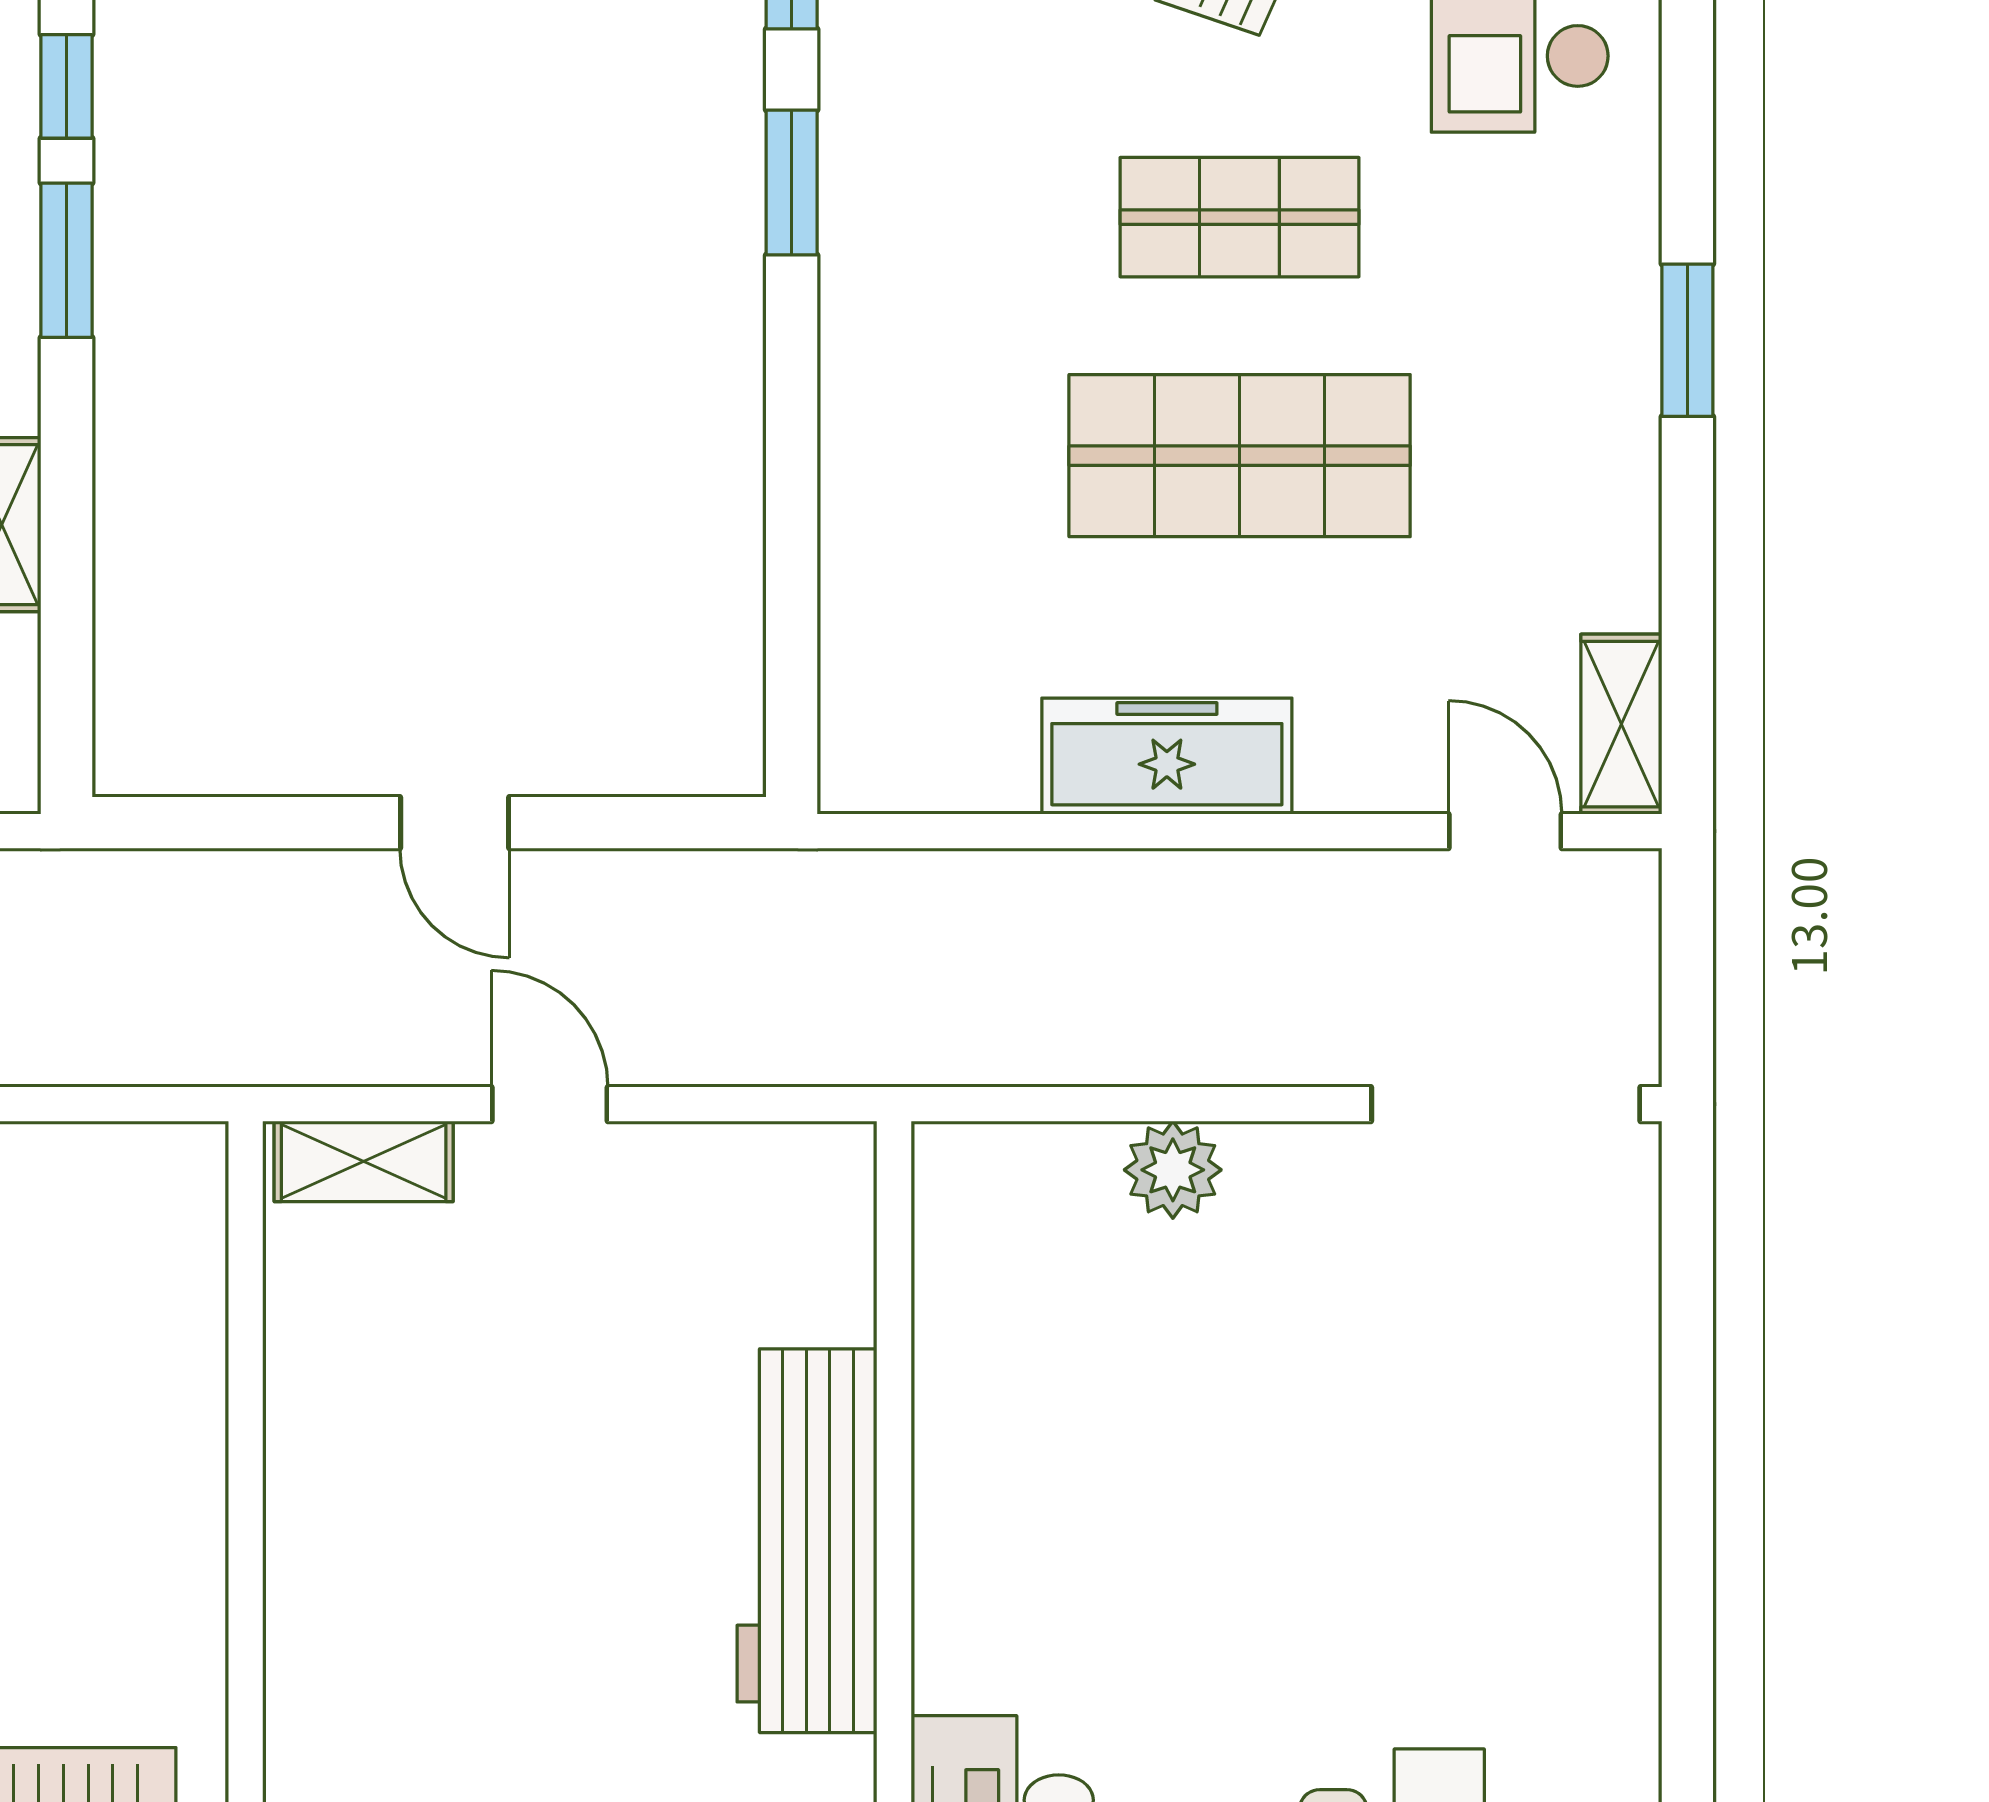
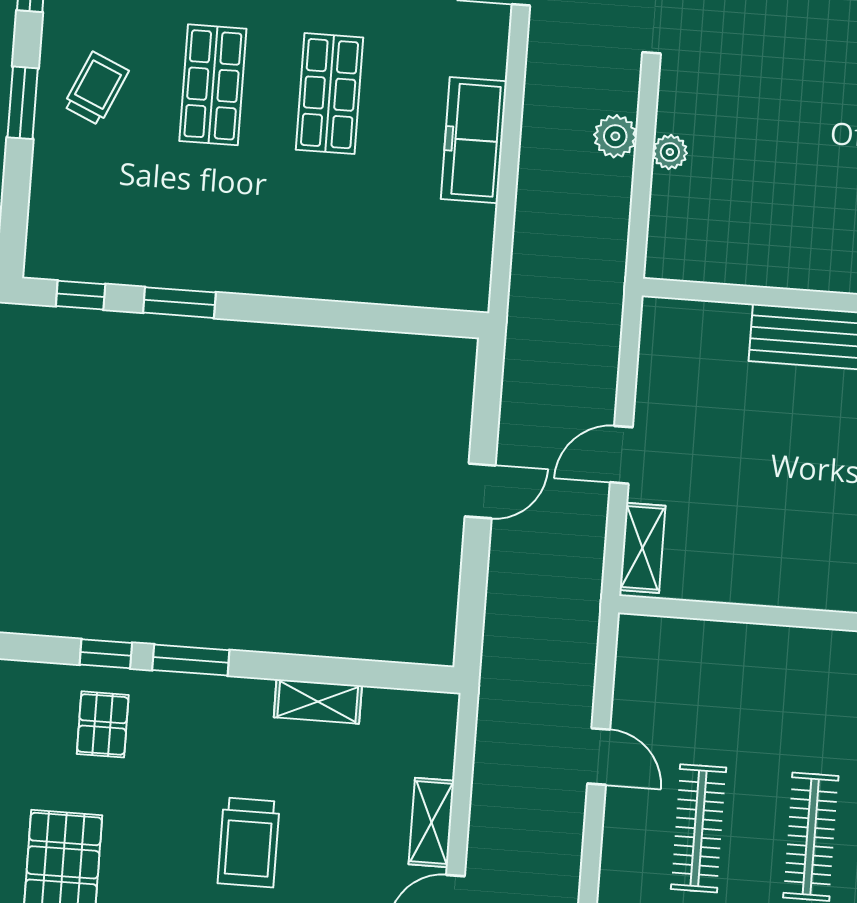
shop shelf: (1240, 456) -> (330, 94), width x0.70, depth x0.74
plant: (1197, 1043) -> (615, 136), added
plant: (1173, 1170) -> (670, 152), width x0.73, depth x0.73

